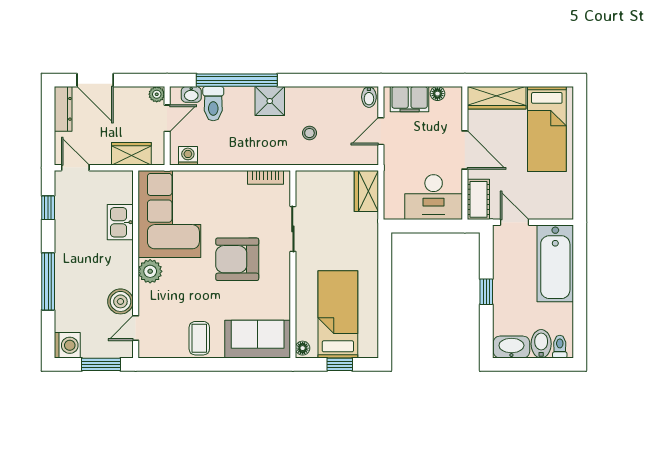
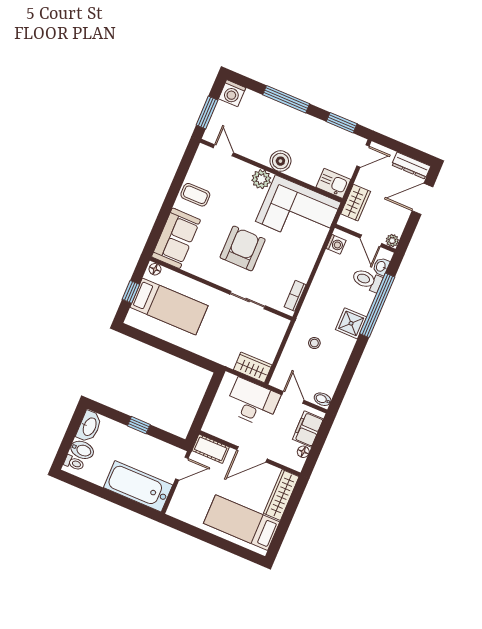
desk: (434, 197) -> (253, 402), moved, turned 90
window: (48, 208) -> (342, 123), width x1.50
kitchen sink: (120, 222) -> (333, 183), moved
boiler: (120, 301) -> (280, 161), moved

